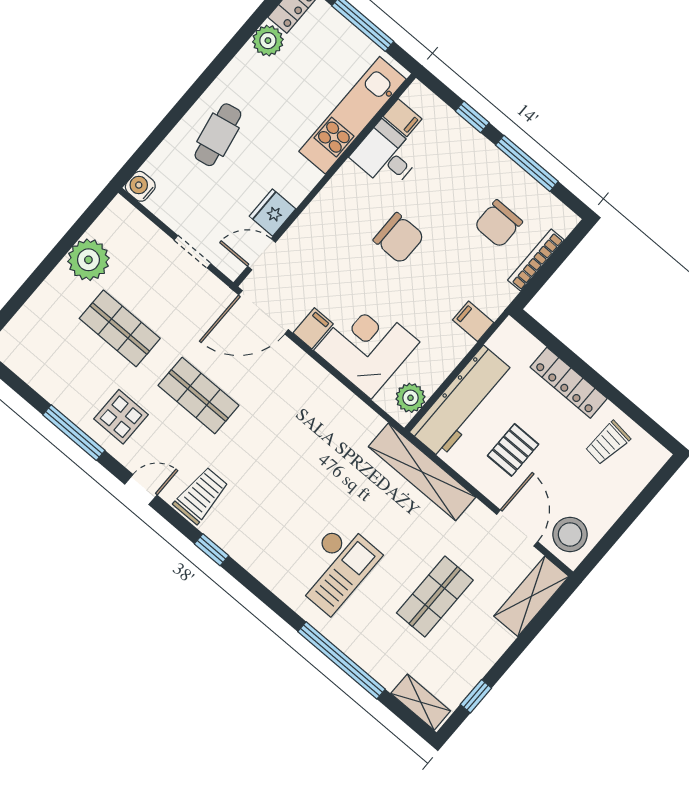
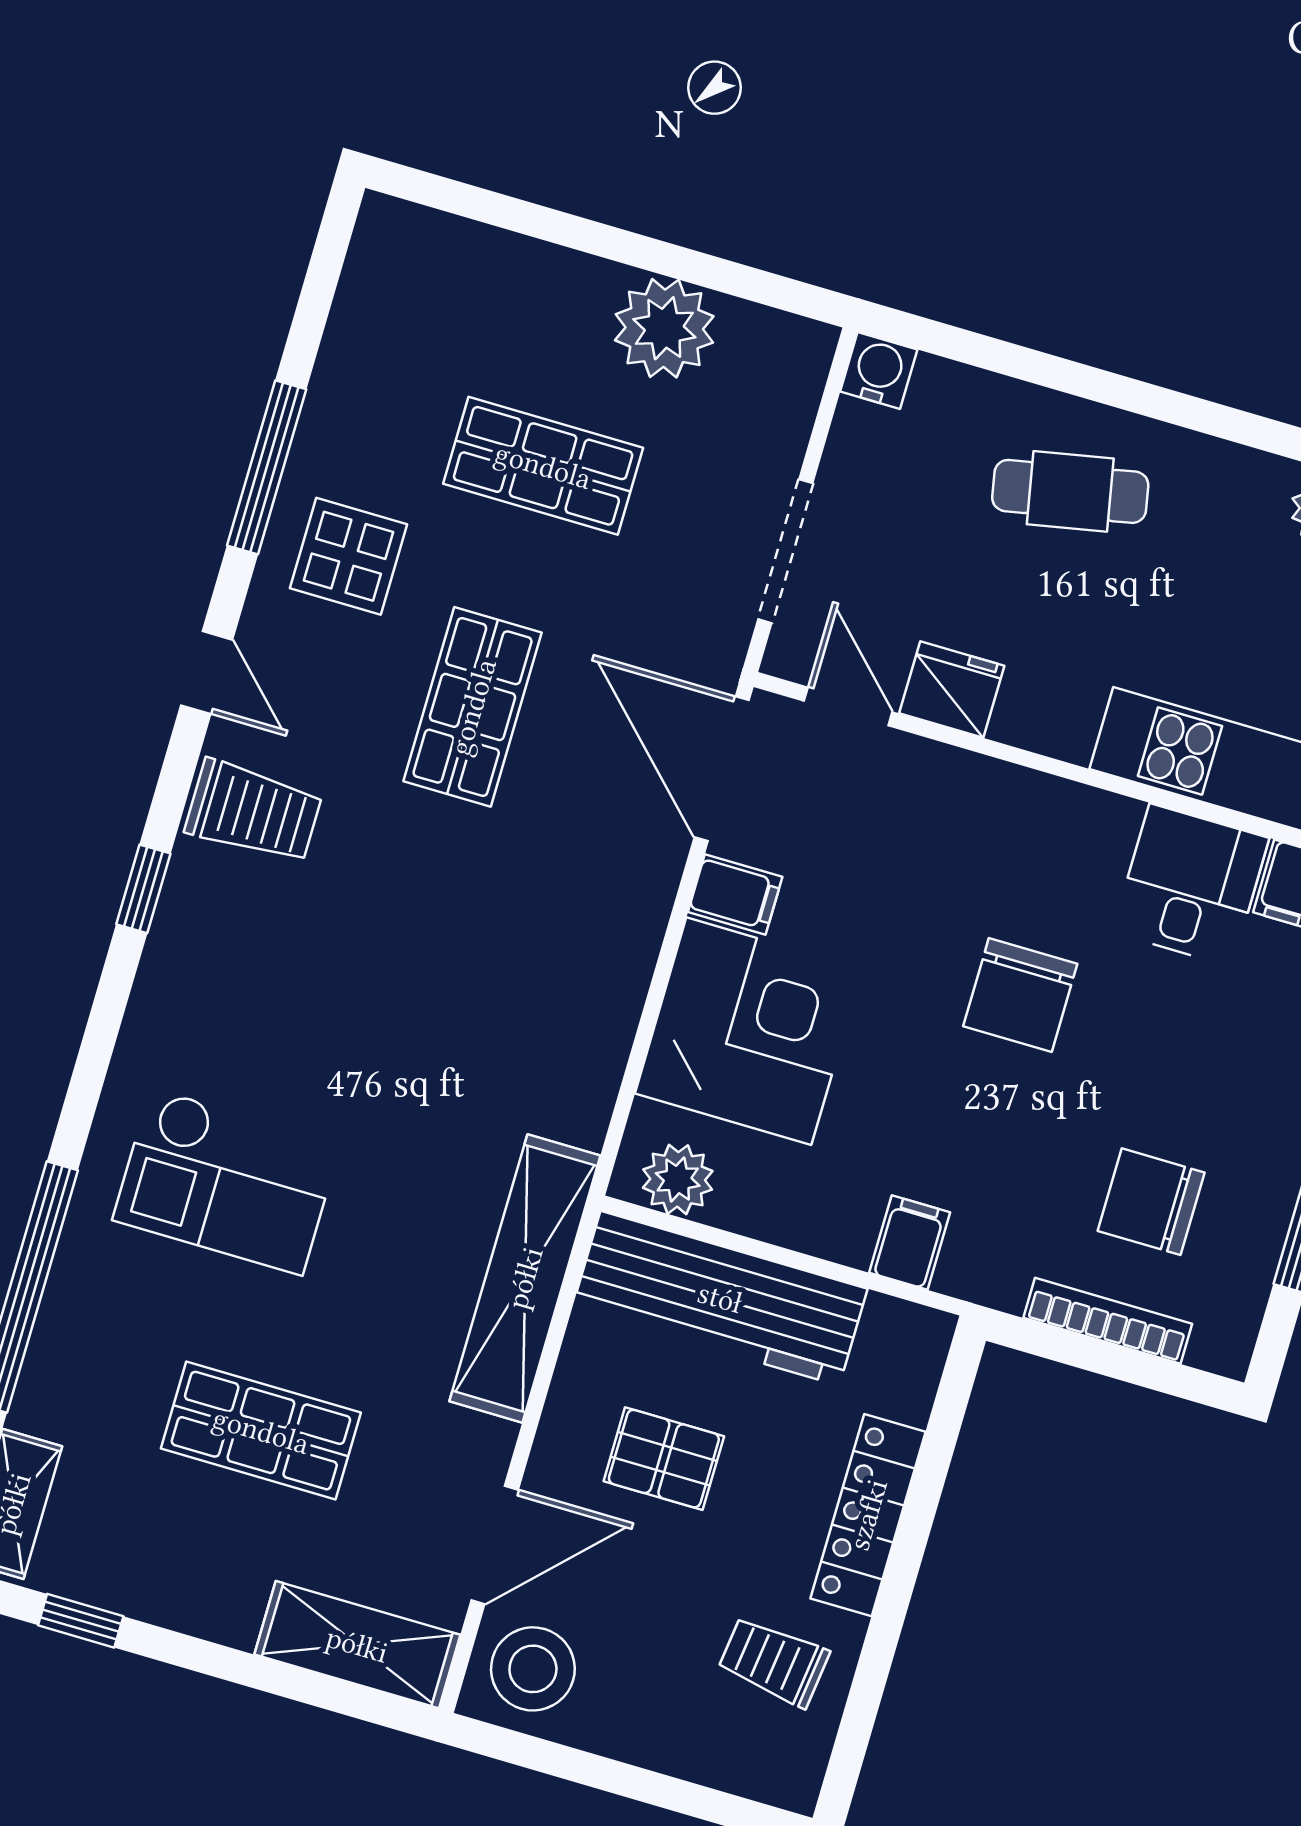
doorway: (192, 252) -> (785, 551), width x1.38
shop shelf: (120, 328) -> (543, 466), turned 90

